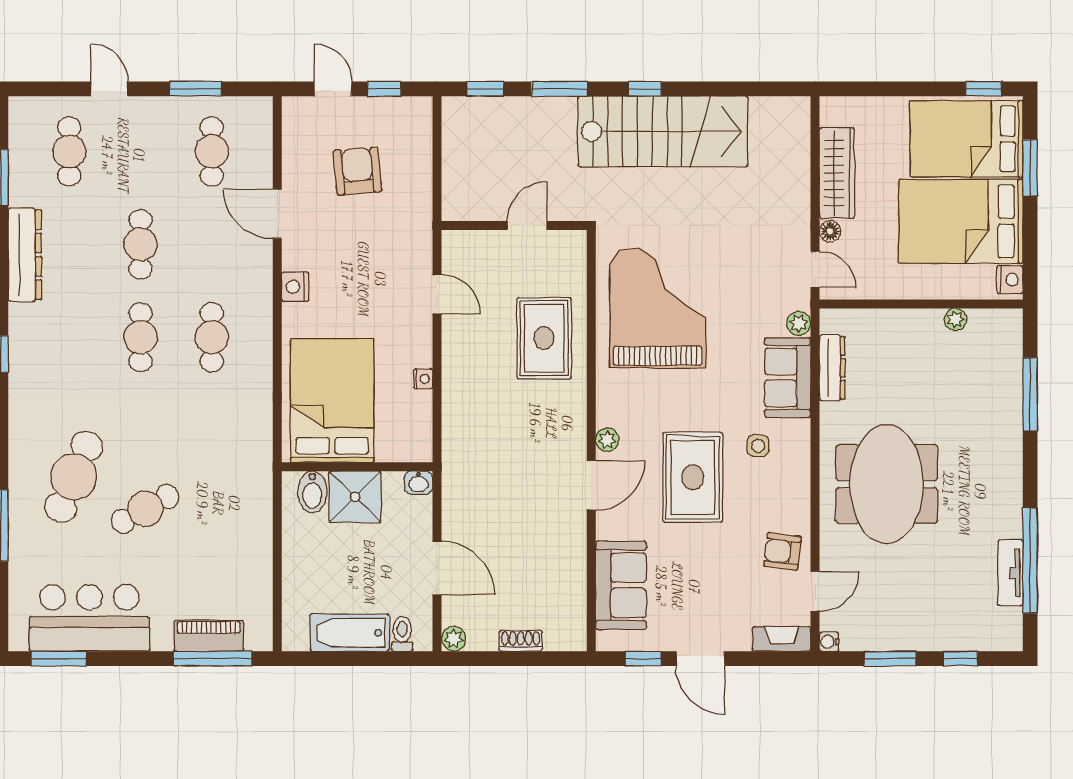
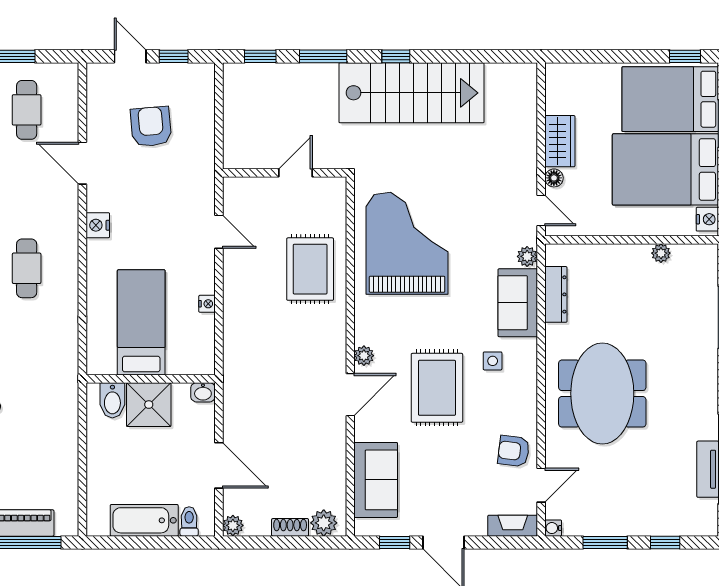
wardrobe: (837, 173) -> (560, 141), width x0.67
bed: (332, 401) -> (141, 322), width x0.67
plant: (560, 636) -> (324, 523), added

